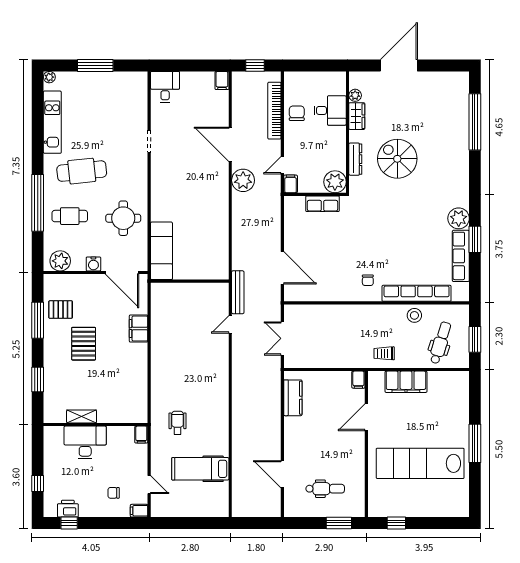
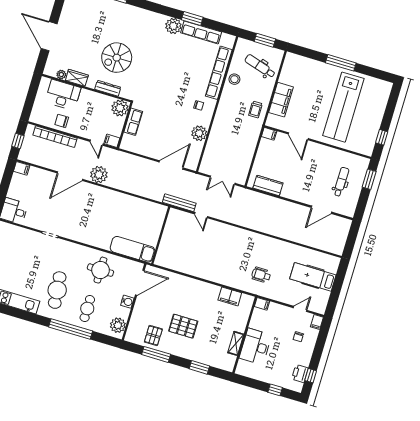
desk: (330, 110) -> (63, 95), width x1.37
plant: (333, 291) -> (199, 133), added
filing cabinet: (139, 329) -> (230, 296), moved
hospital bed: (200, 469) -> (313, 277), moved, turned 90

